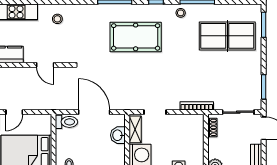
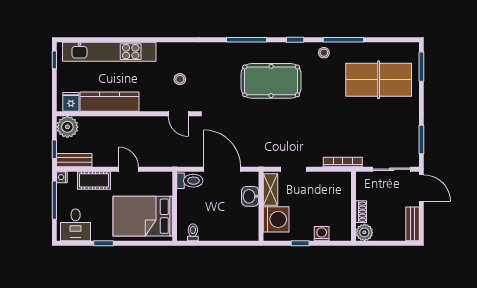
stool: (57, 19) -> (180, 79), moved
door: (45, 65) -> (178, 114), moved
door: (14, 112) -> (129, 169), swing flipped
shoe rack: (212, 127) -> (361, 212), moved

